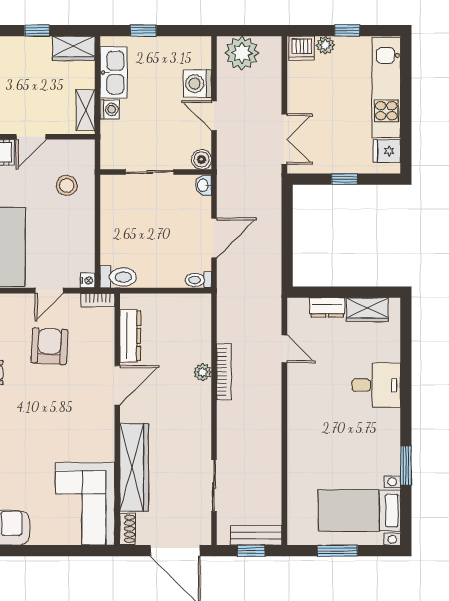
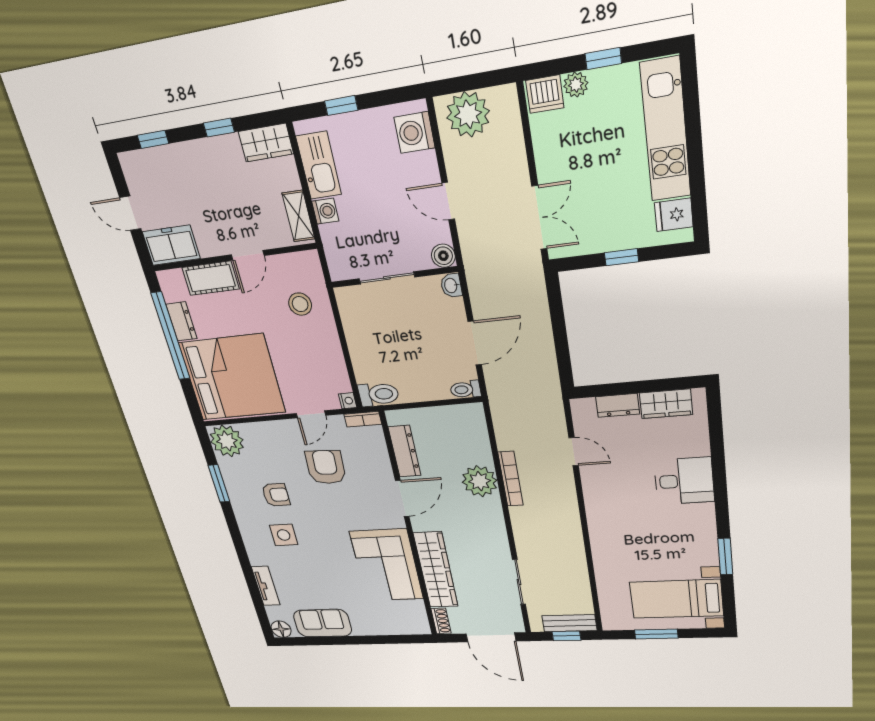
washing machine: (197, 84) -> (414, 132), moved
plant: (203, 372) -> (480, 481), width x1.87, depth x1.87
corner sofa: (85, 504) -> (387, 565), moved

